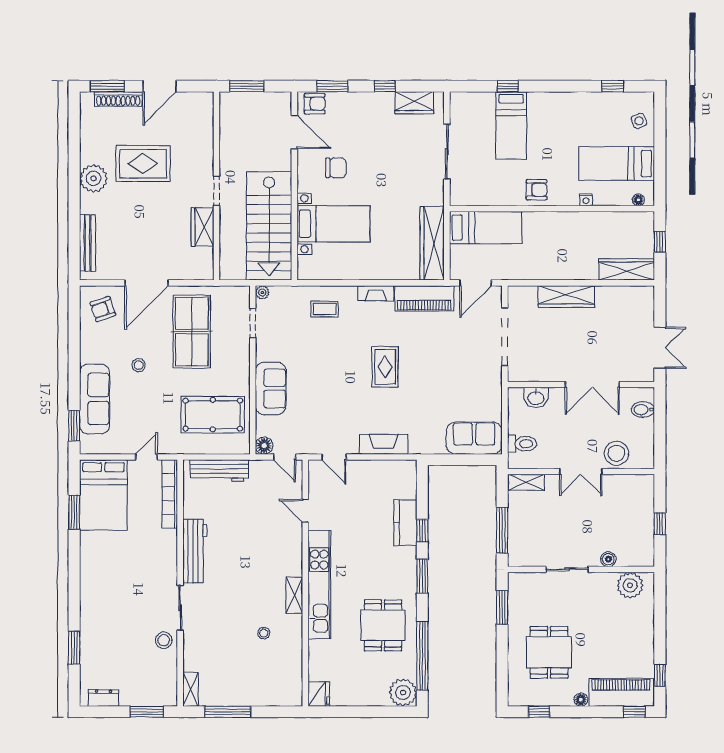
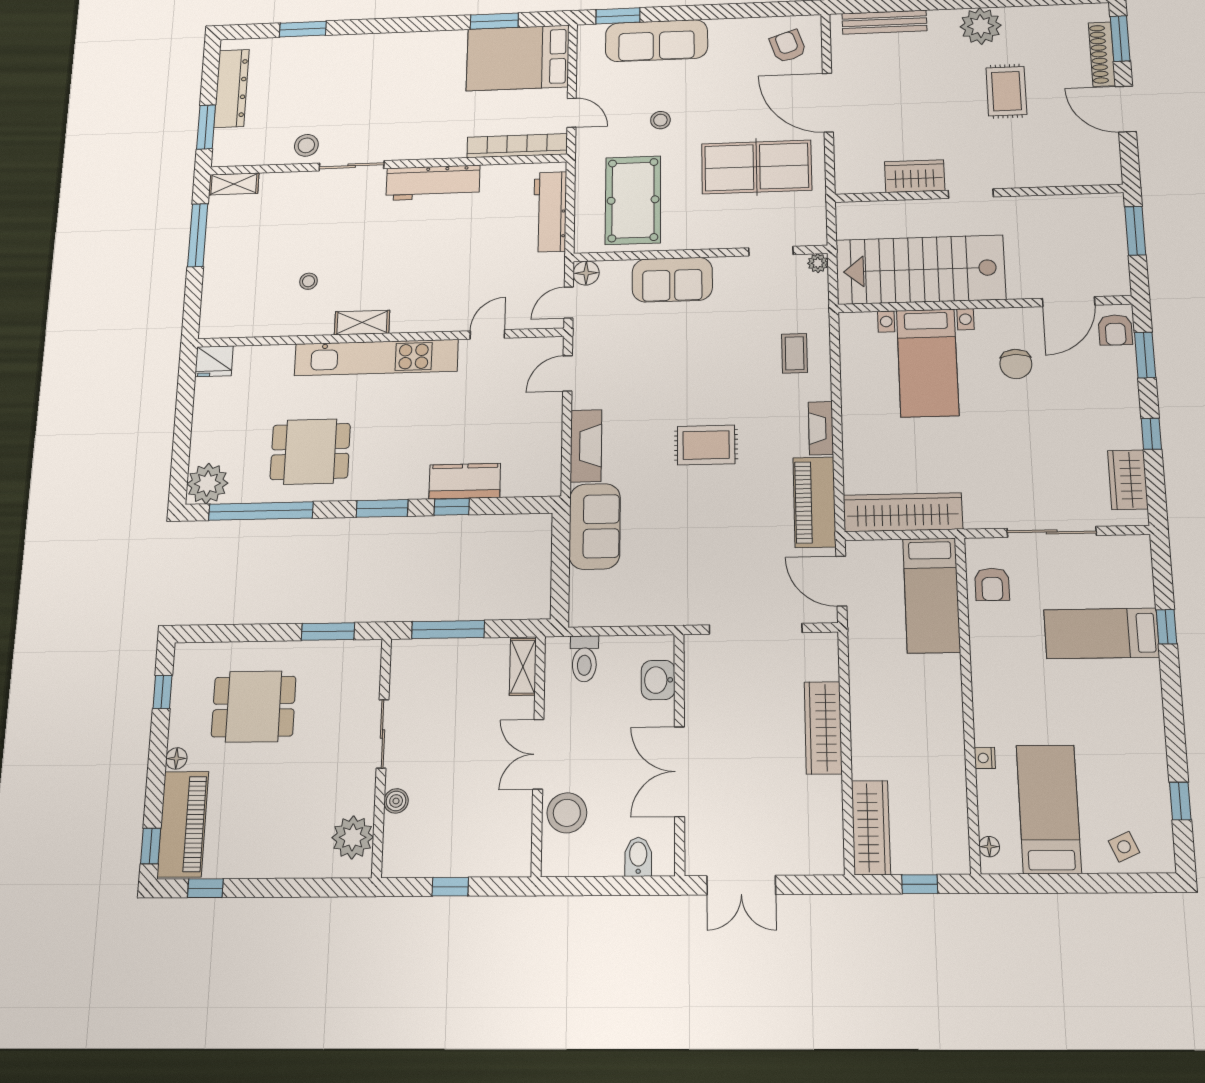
rug: (143, 164) -> (1006, 91), width x0.73, depth x0.70
armchair: (537, 190) -> (992, 584), moved
stool: (139, 365) -> (660, 120), moved
sofa: (474, 438) -> (595, 526), moved
dresser: (103, 698) -> (231, 88), width x1.96, depth x1.24

